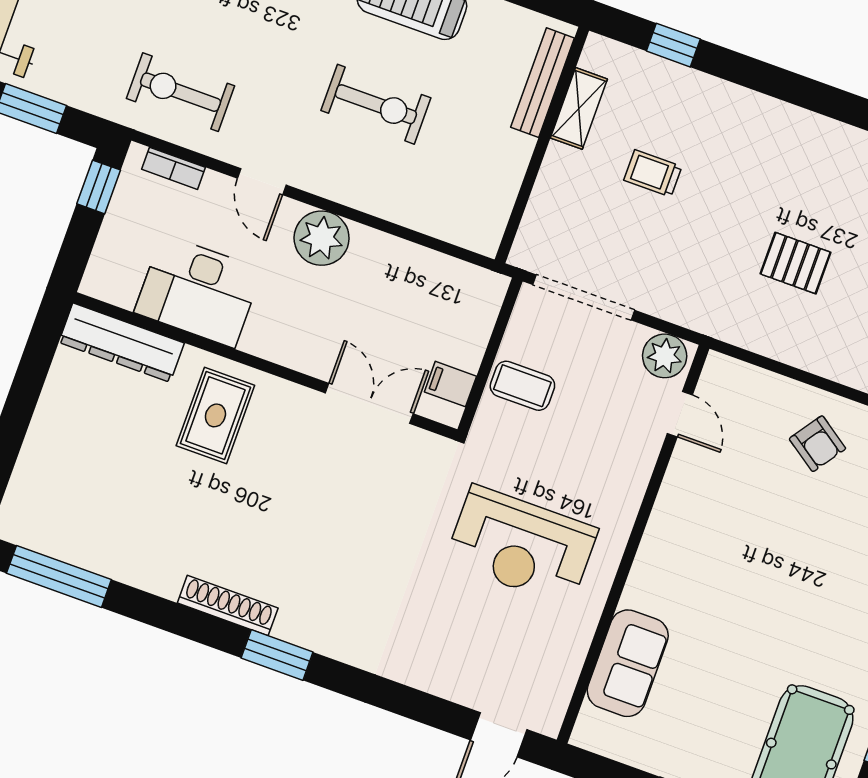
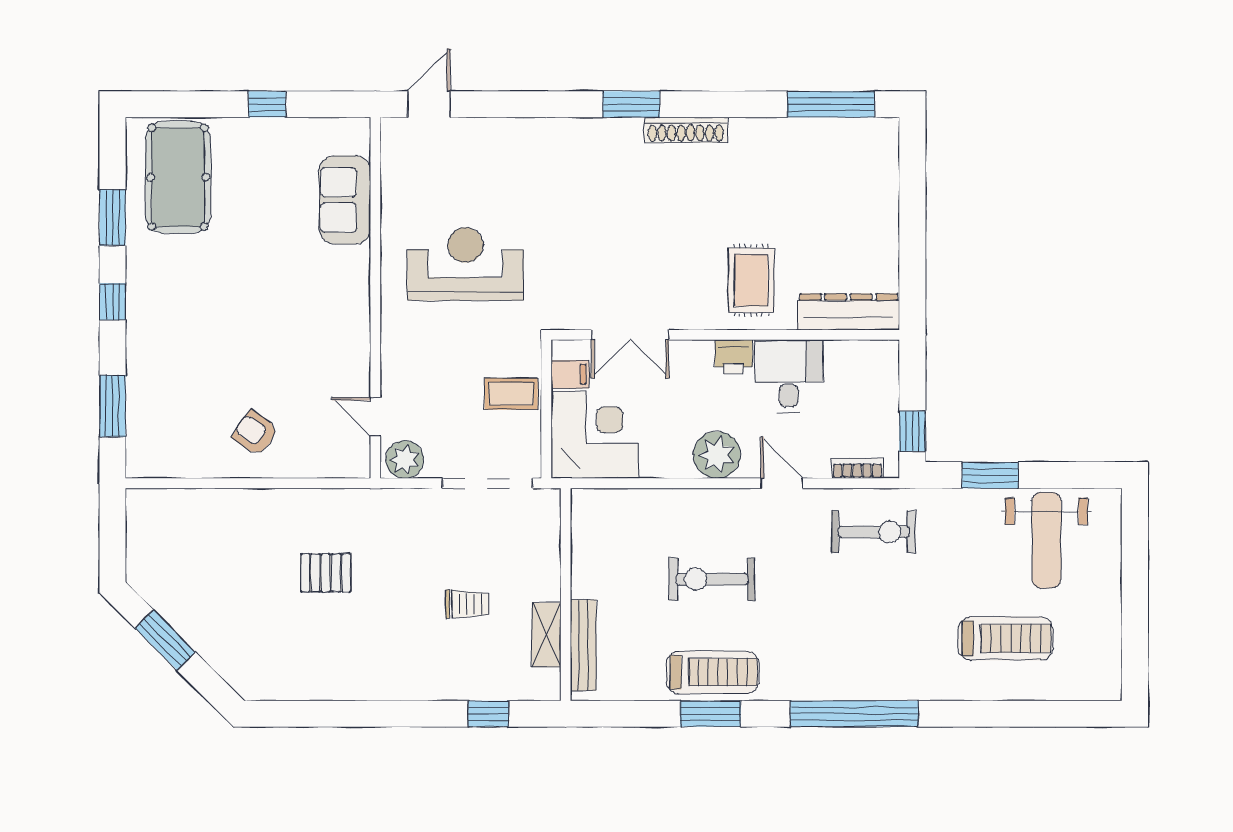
desk: (198, 291) -> (789, 376), width x0.73
corner desk: (447, 308) -> (595, 435), added
printer: (265, 339) -> (734, 357), added

